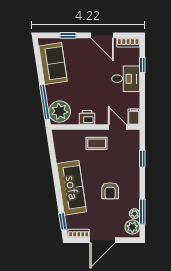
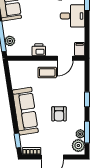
plant: (60, 112) -> (10, 41), width x0.53, depth x0.53
door: (117, 127) -> (65, 58), swing flipped
window: (142, 159) -> (87, 99), moved

